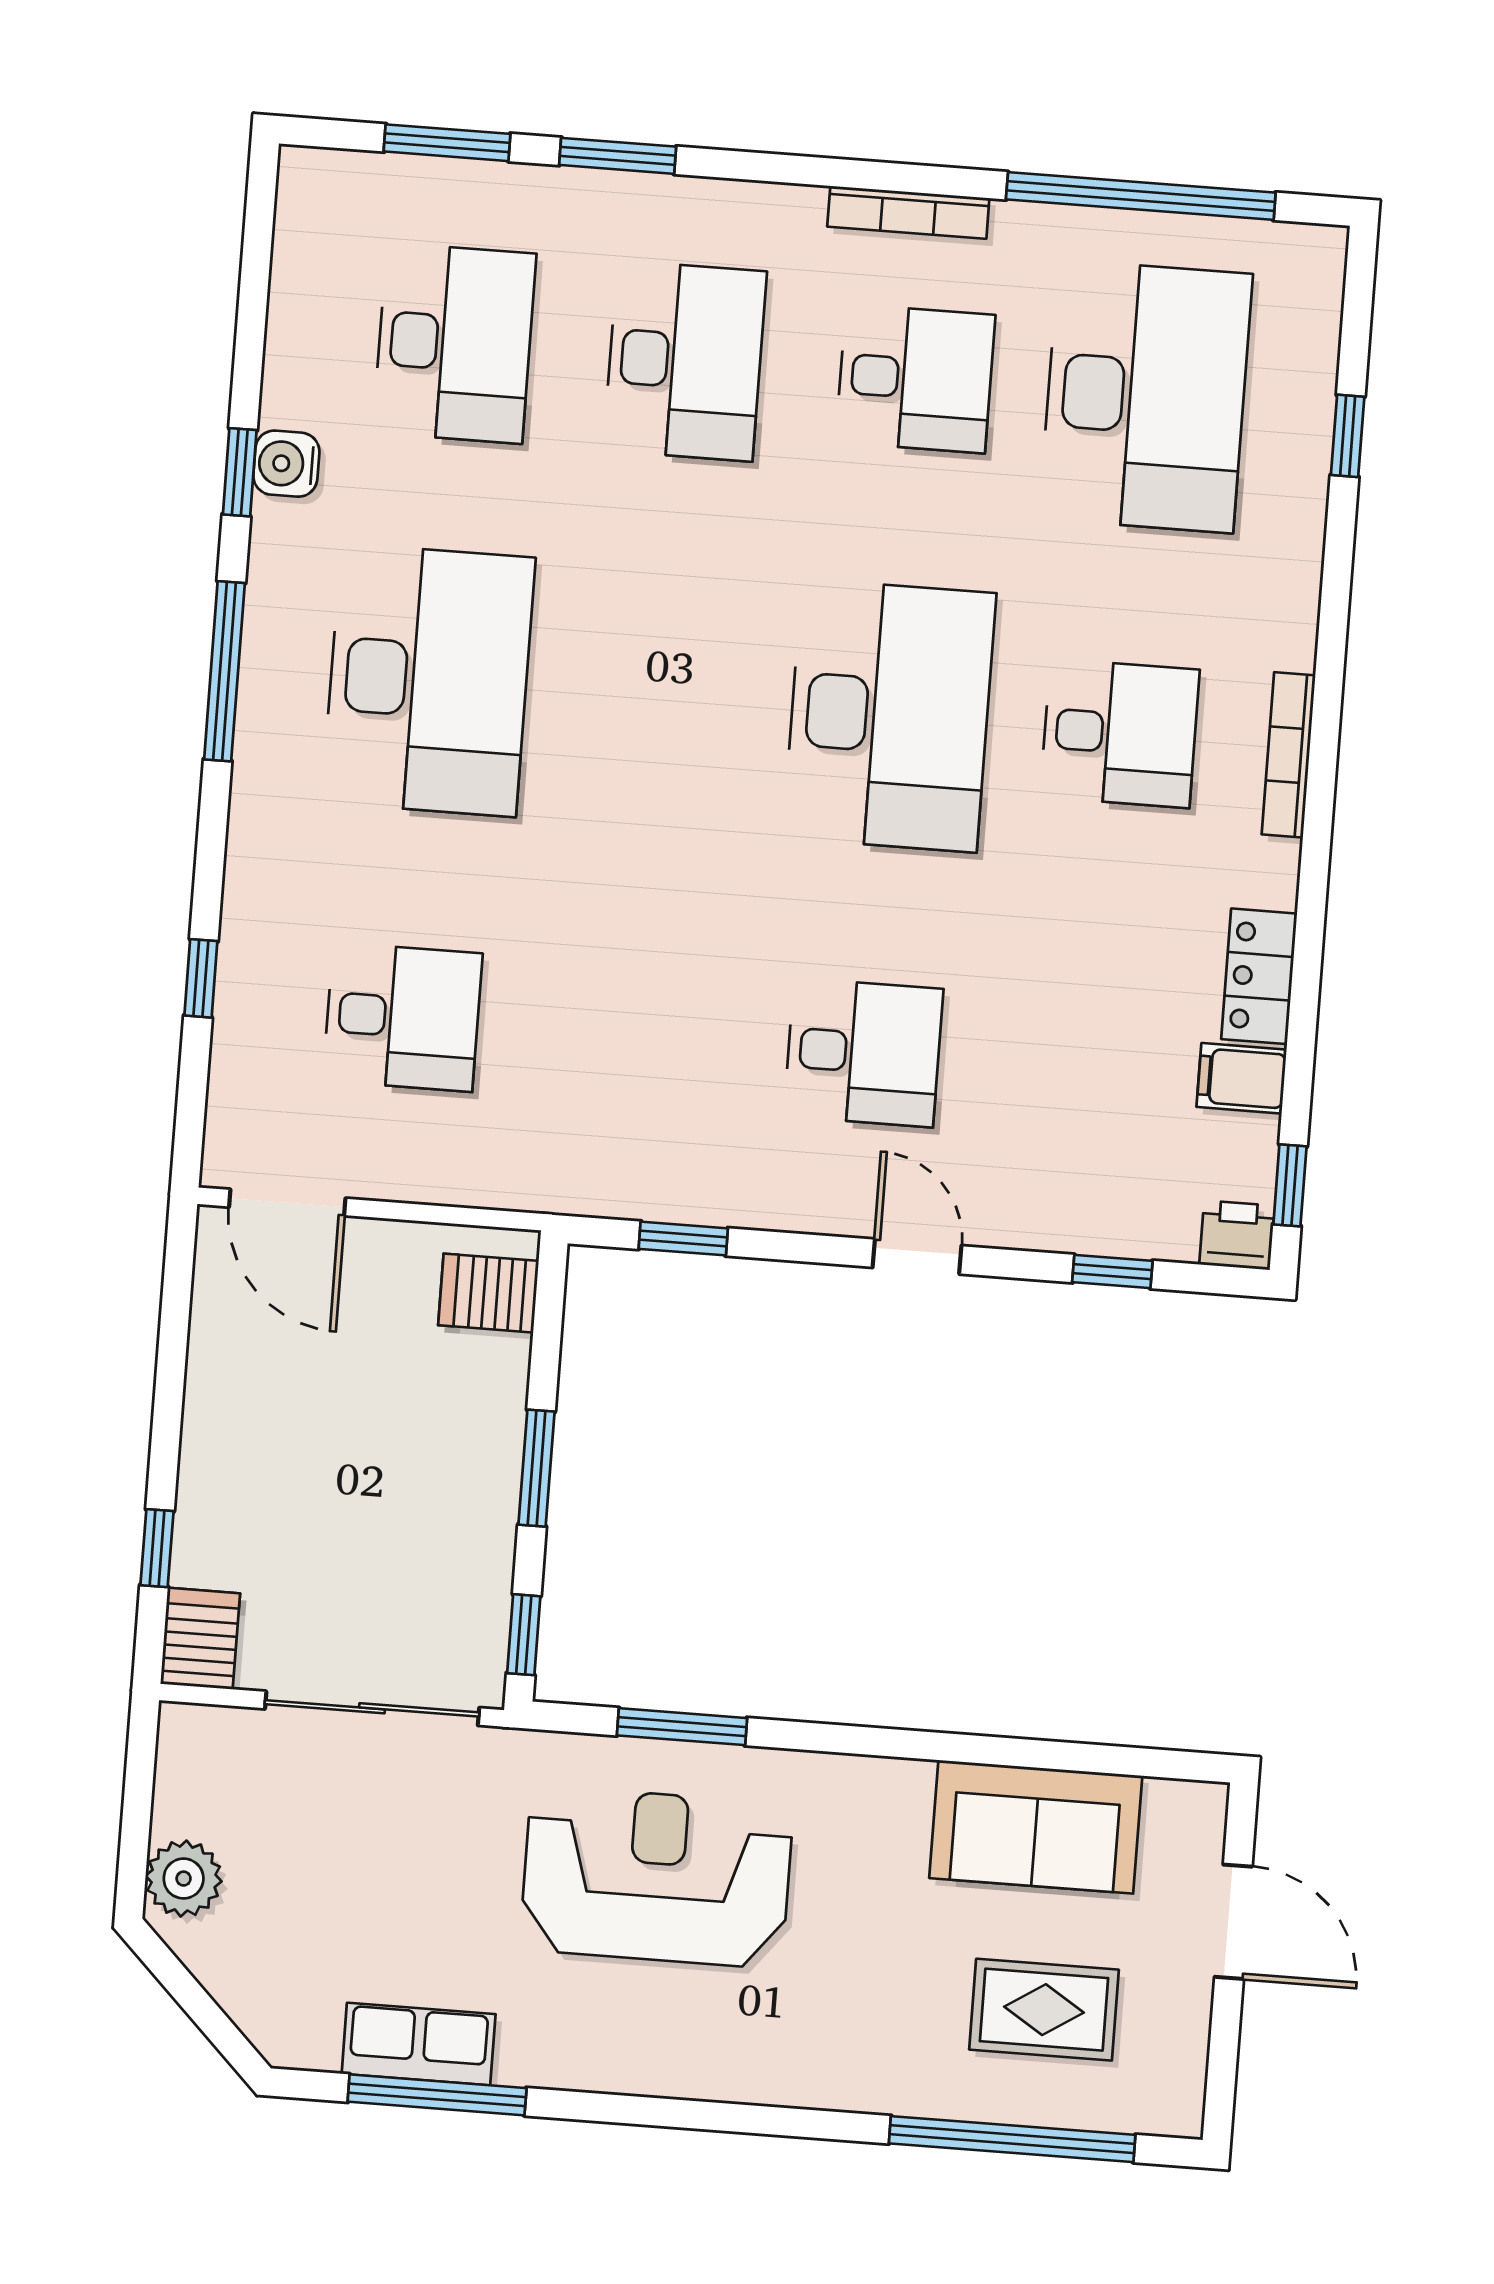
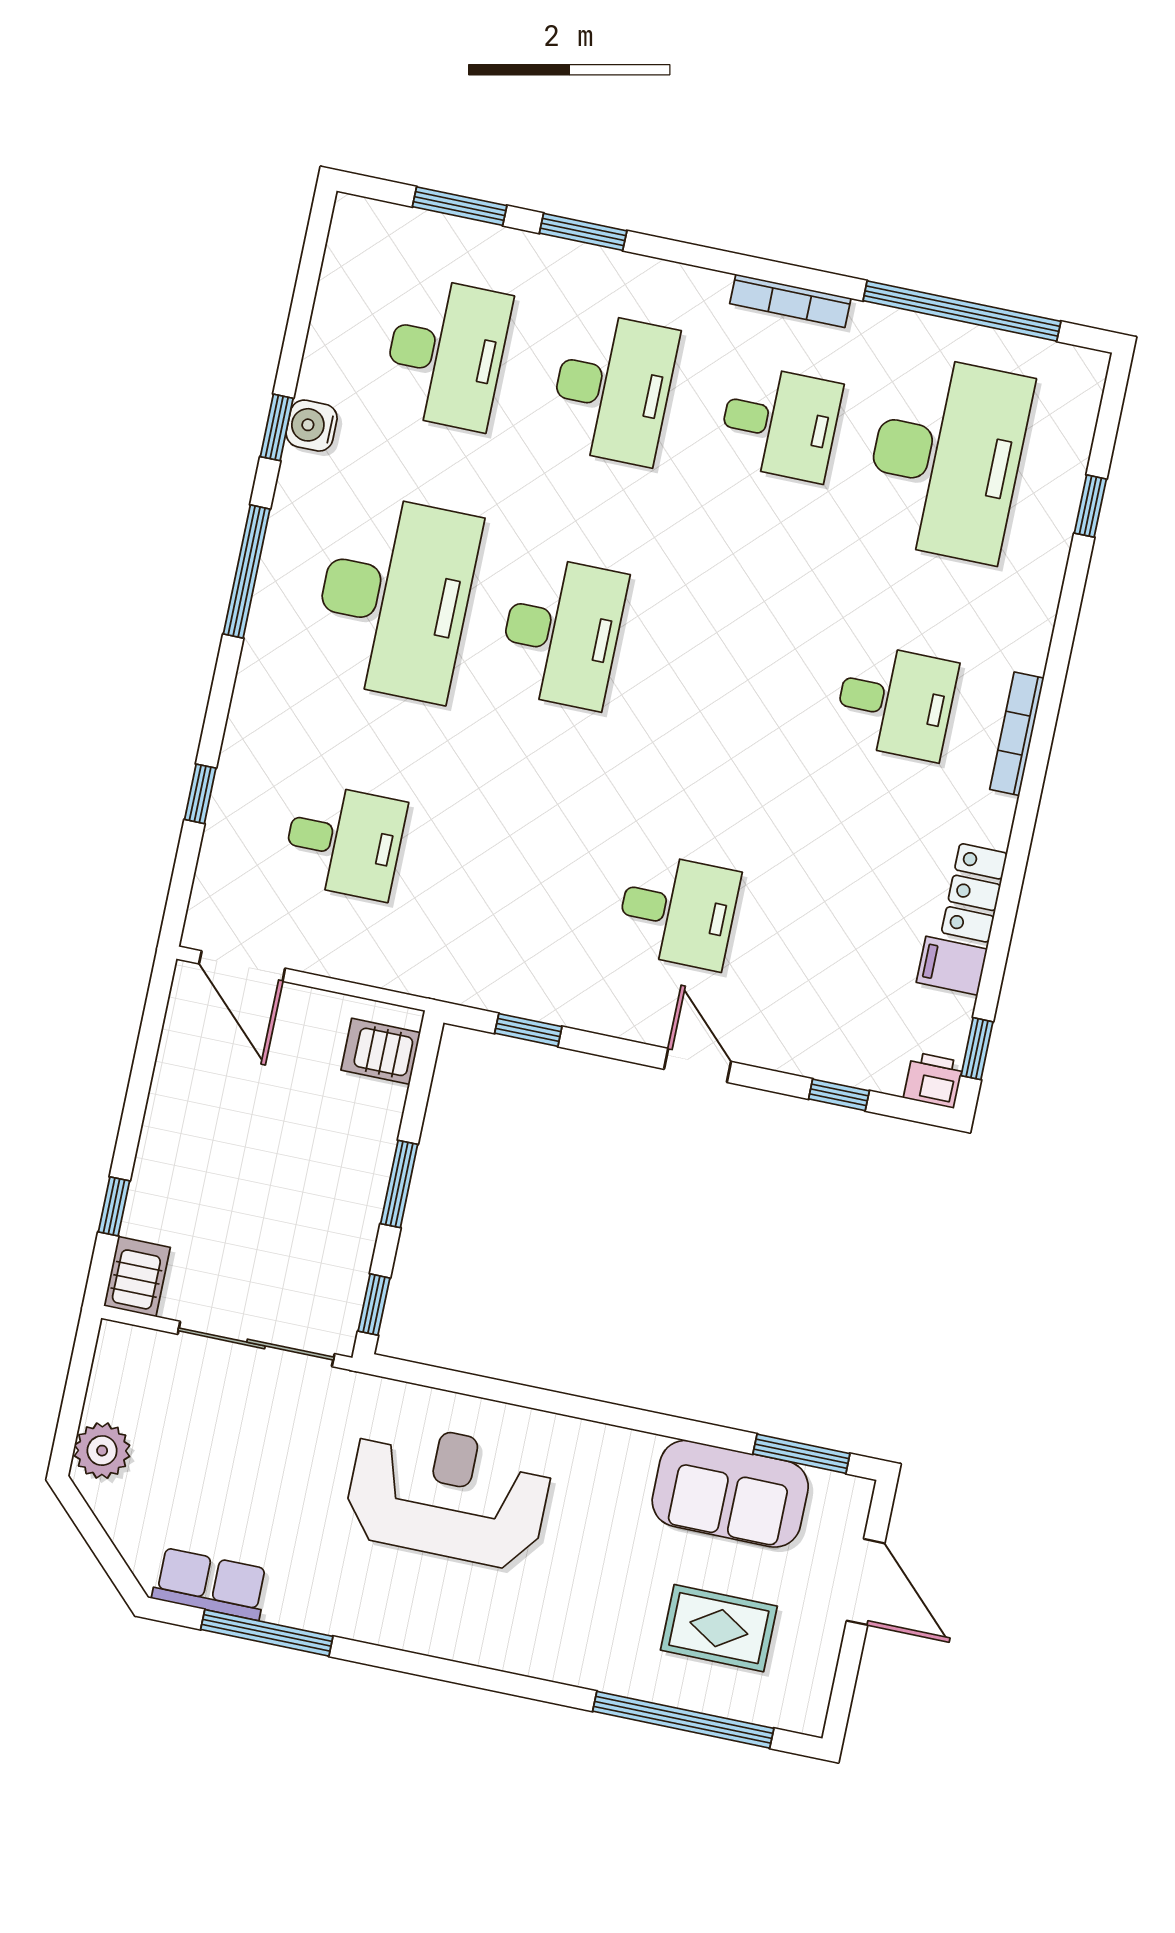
desk: (889, 716) -> (562, 632), moved, width x0.73, depth x0.77
window: (682, 1727) -> (801, 1454), moved
row of seats: (419, 2044) -> (210, 1584), moved

